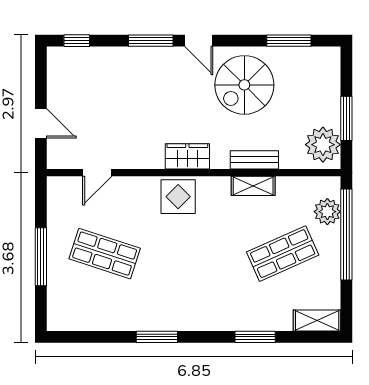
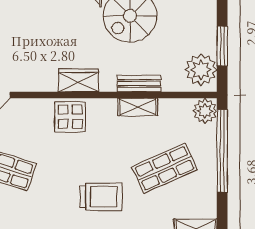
plant: (327, 212) -> (205, 111), moved
trolley: (212, 285) -> (101, 197), added

